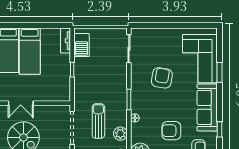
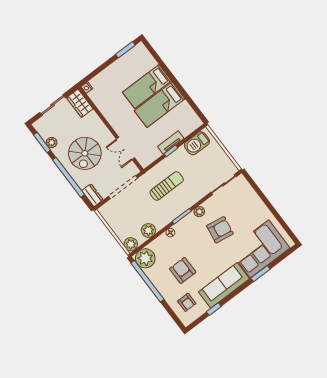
tv unit: (65, 41) -> (171, 143), moved
plant: (136, 83) -> (199, 212), added
double door: (21, 103) -> (126, 148), moved
sun lounger: (98, 121) -> (167, 186), moved

